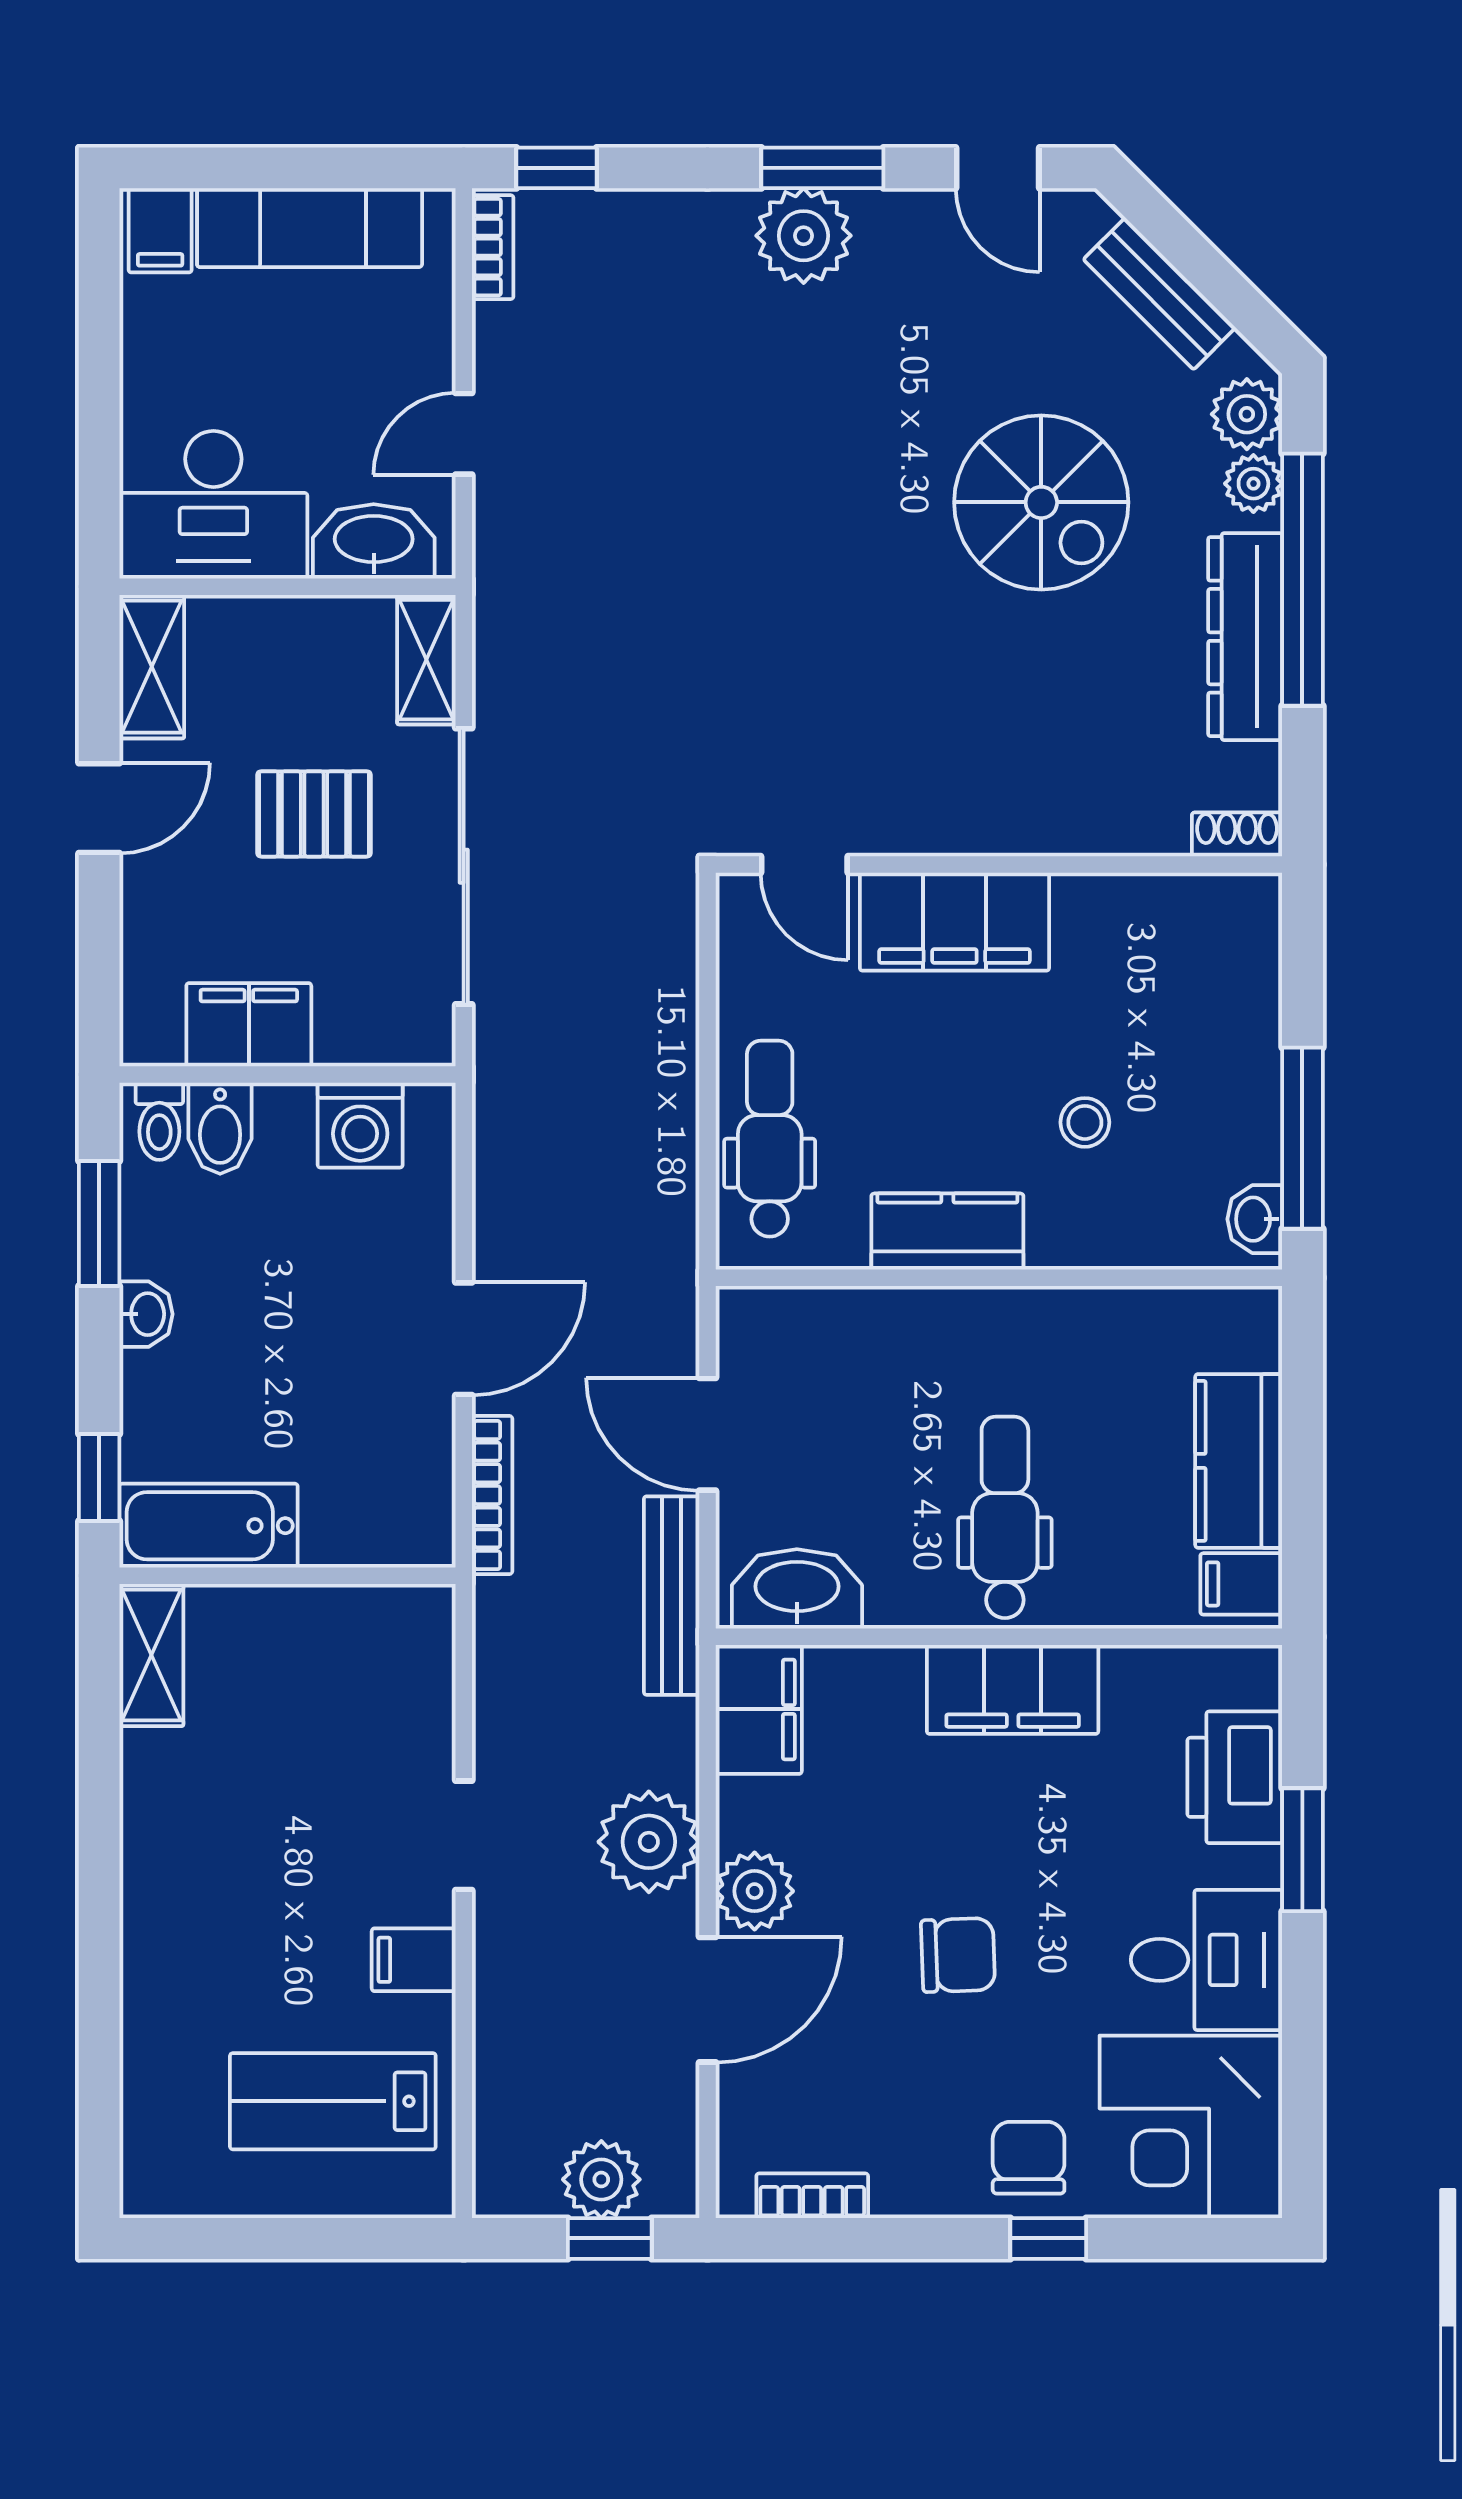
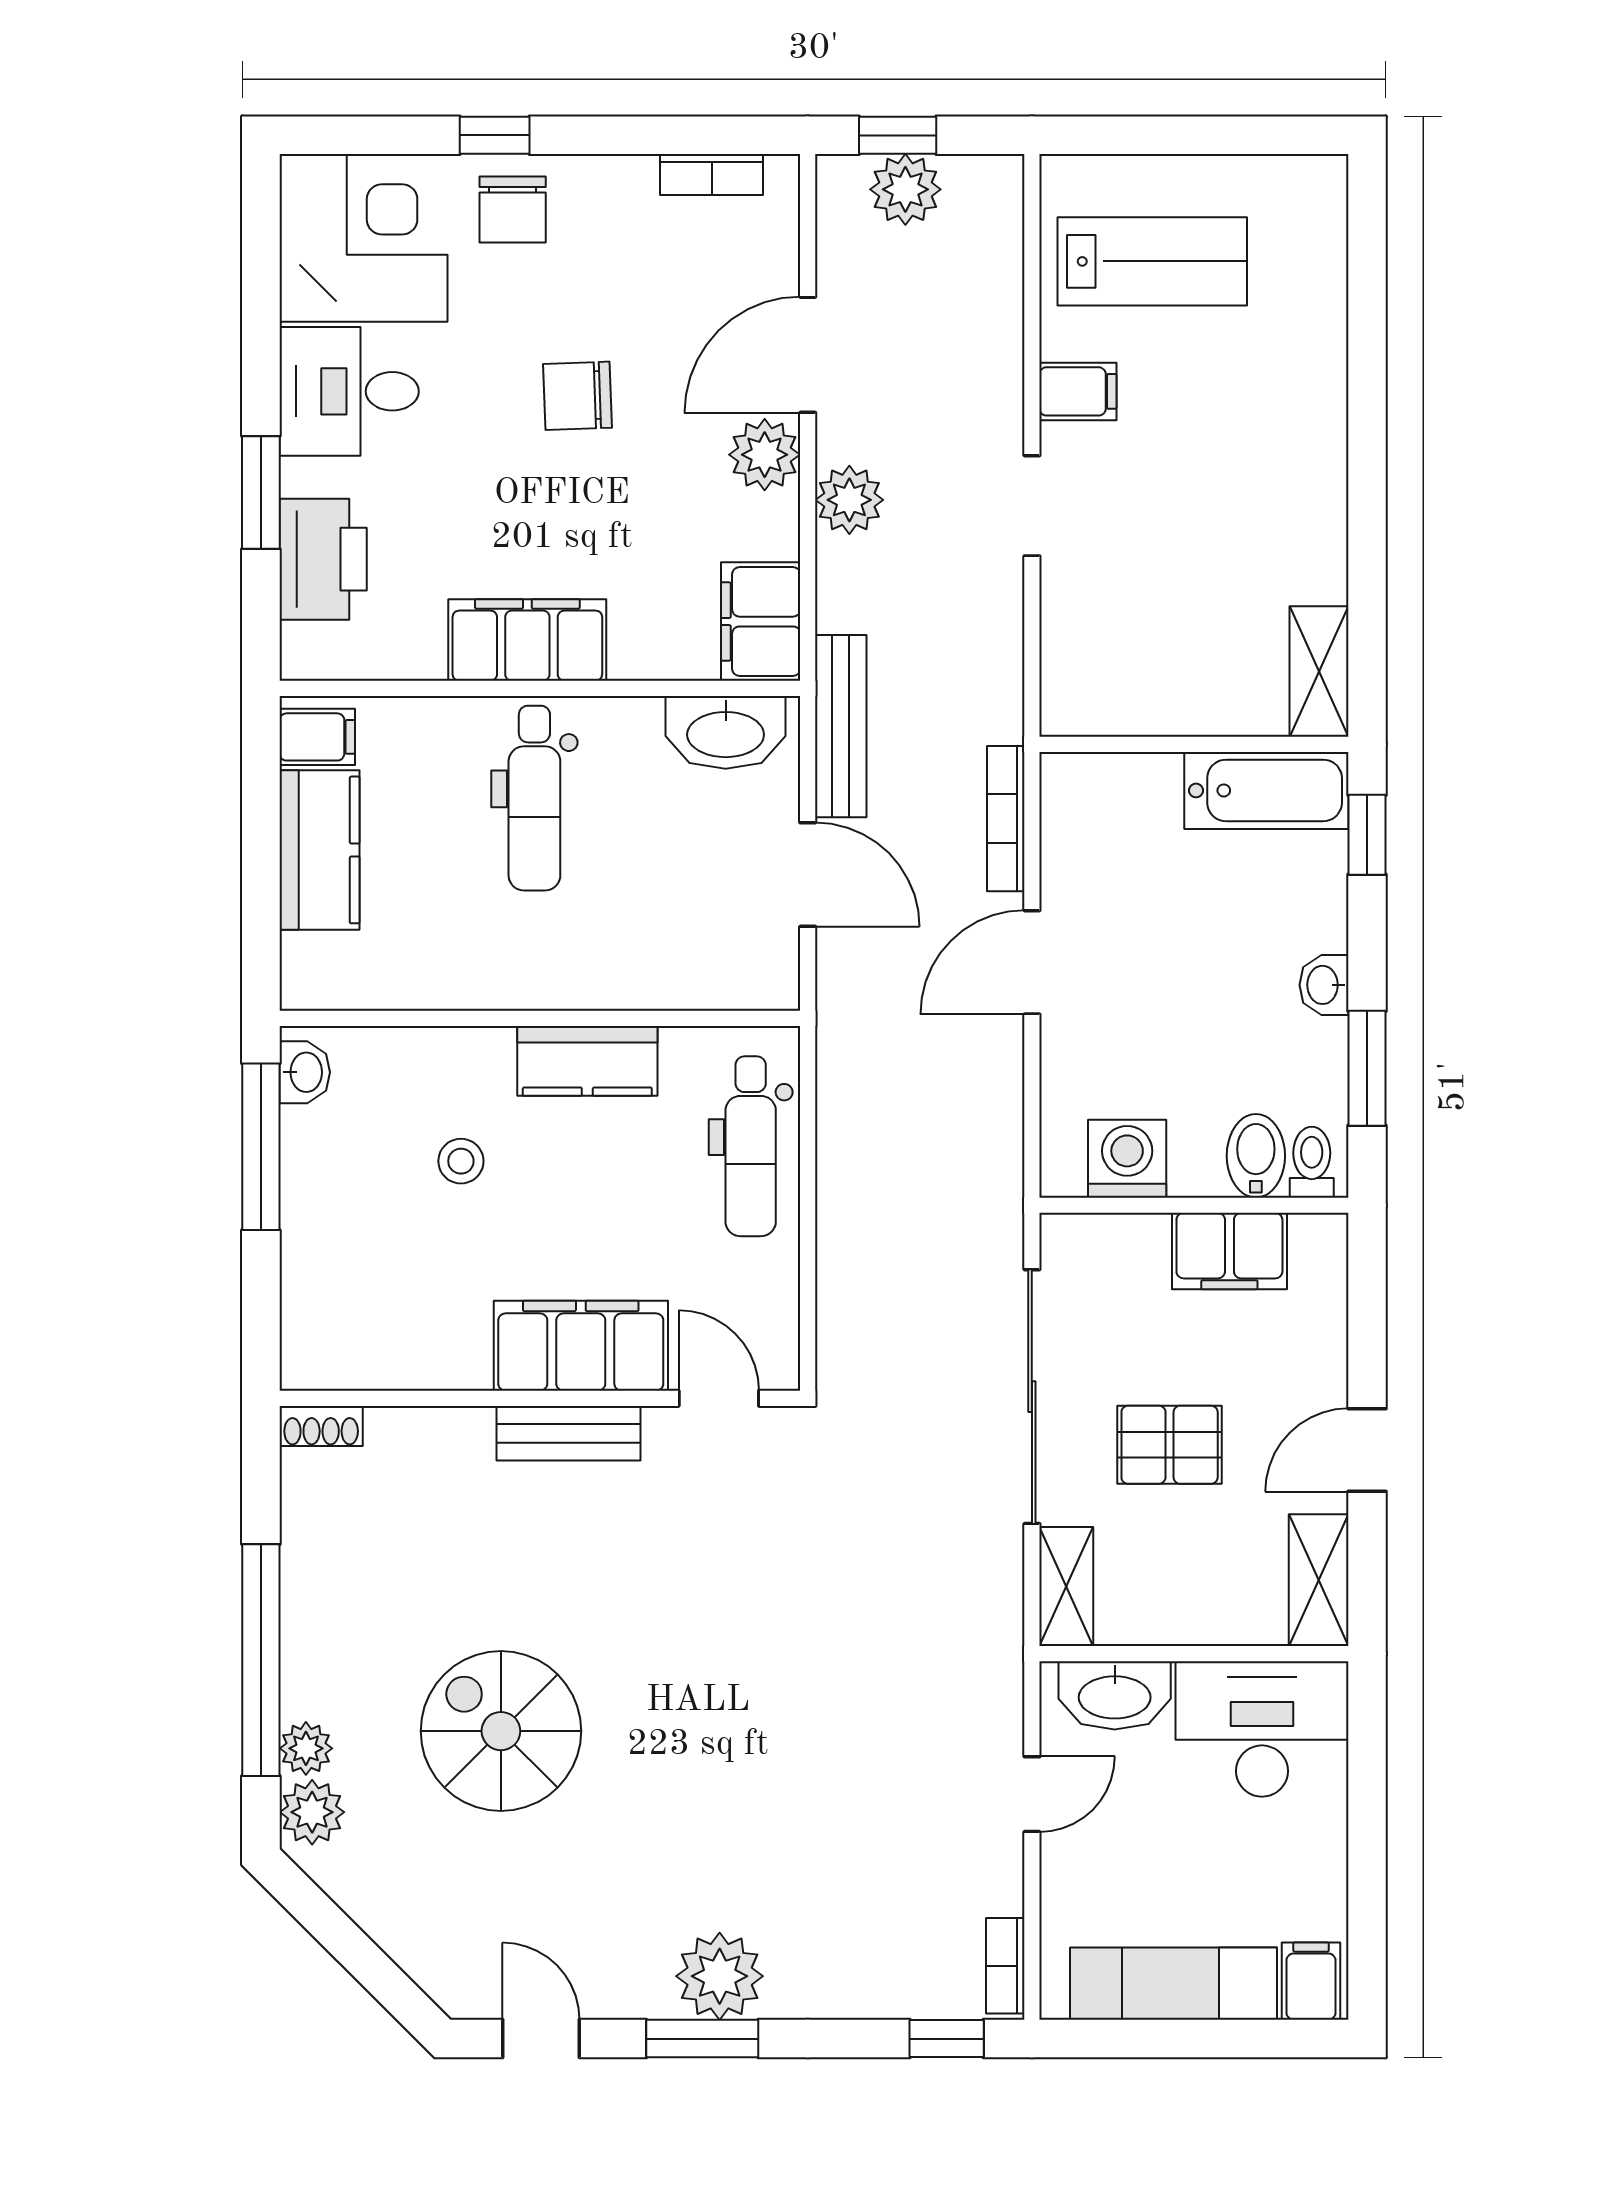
bench: (1159, 294) -> (569, 1433), moved, turned -45
dresser: (1245, 637) -> (314, 1608), removed
plant: (649, 1842) -> (849, 500), width x0.73, depth x0.73

